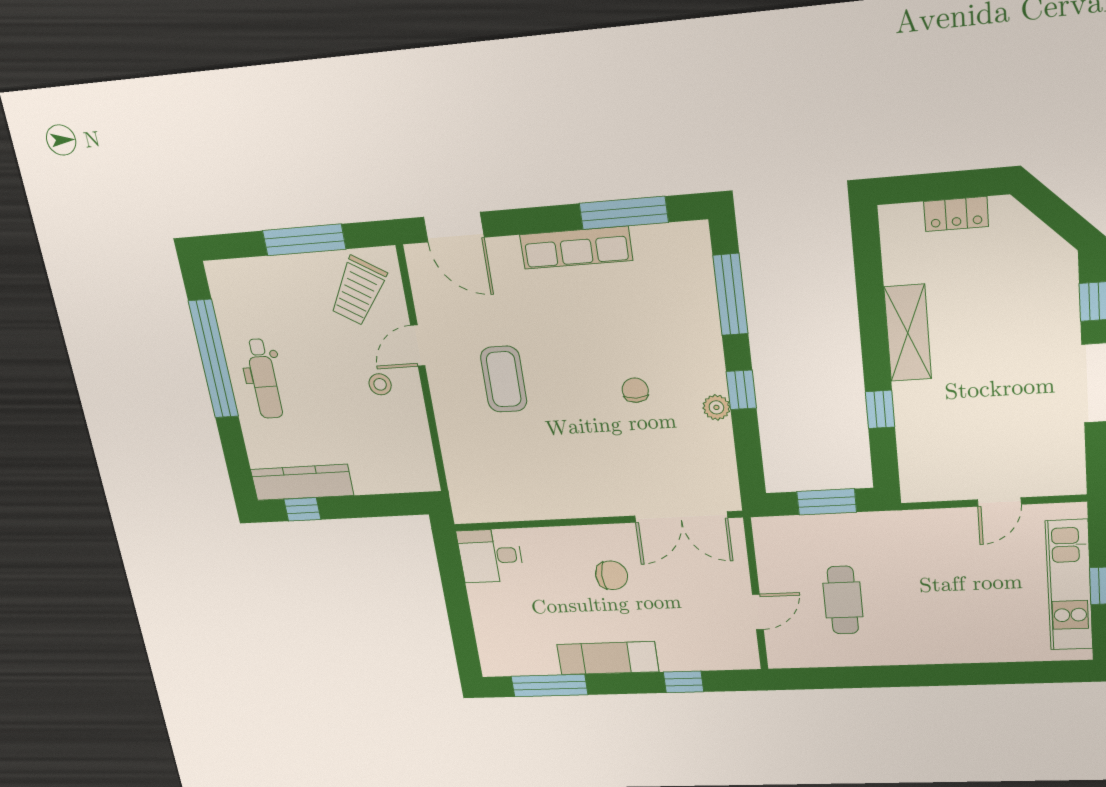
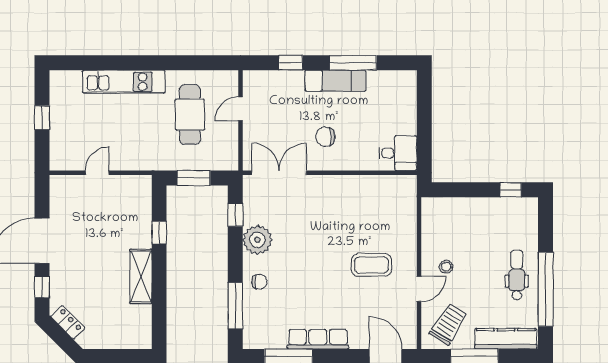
locker: (956, 214) -> (68, 322), moved, turned 45
coffee table: (504, 379) -> (372, 265), turned 90
chair: (635, 390) -> (259, 282), moved, turned -90
window: (741, 390) -> (235, 215), moved
plant: (716, 407) -> (257, 240), width x1.88, depth x1.88
kitchen counter: (302, 482) -> (506, 339), moved, turned 180
kitchen unit: (1069, 585) -> (124, 82), moved, turned 90
cafe table: (843, 600) -> (190, 115), width x1.37, depth x1.35
window: (549, 686) -> (353, 63), moved

